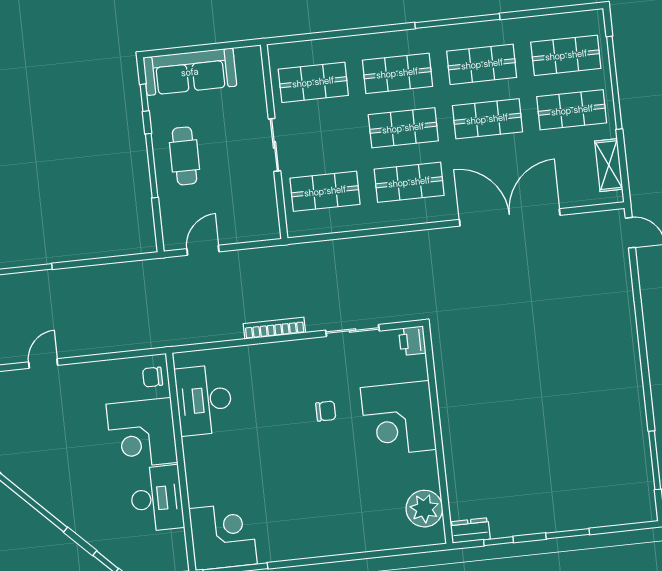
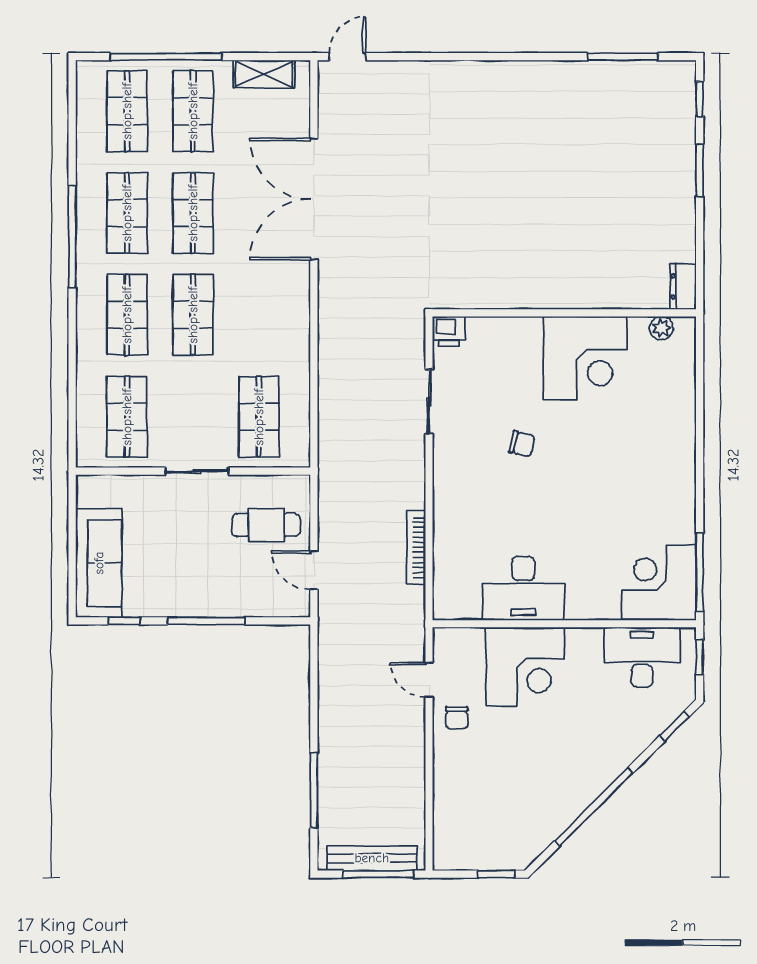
cafe table: (184, 156) -> (266, 525), moved
shop shelf: (409, 182) -> (259, 315), removed
bookcase: (274, 328) -> (416, 548), moved
door: (43, 364) -> (429, 680), moved
chair: (153, 377) -> (457, 718), moved
desk: (204, 400) -> (523, 588), moved
chair: (326, 411) -> (522, 444), turned 103
corner desk: (398, 419) -> (585, 358), moved
desk: (157, 498) -> (642, 657), moved
plant: (424, 509) -> (661, 328), width x0.53, depth x0.53
window: (499, 541) -> (700, 99), moved

